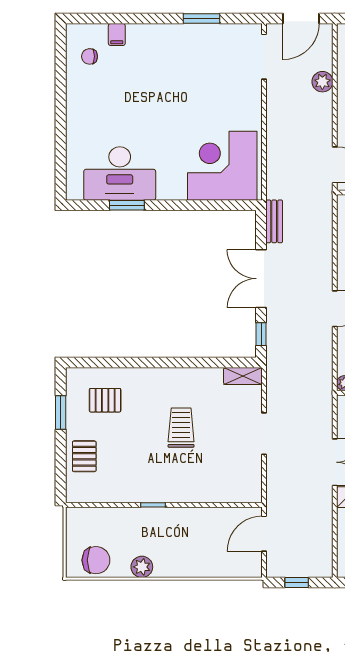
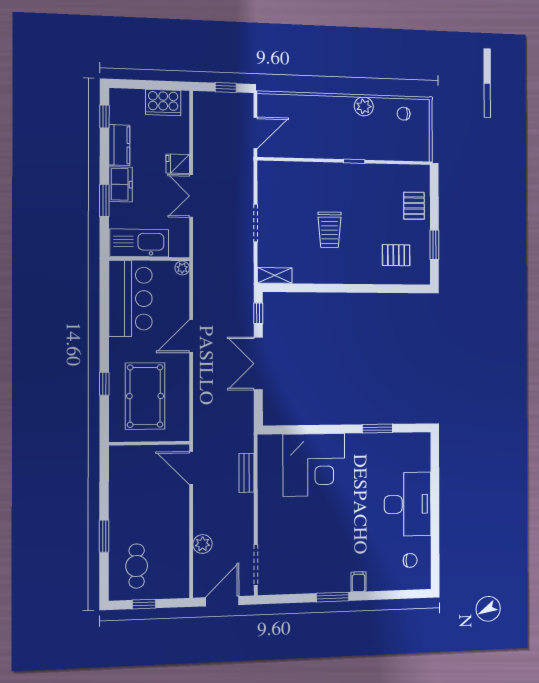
window: (201, 19) -> (333, 597), moved
filing cabinet: (117, 35) -> (359, 582), moved
corner desk: (222, 166) -> (314, 465), moved
desk: (120, 174) -> (408, 504), moved, turned 90
bench: (274, 221) -> (246, 473), moved
double door: (261, 279) -> (258, 363), swing flipped
chair: (96, 560) -> (404, 114), width x0.54, depth x0.54

